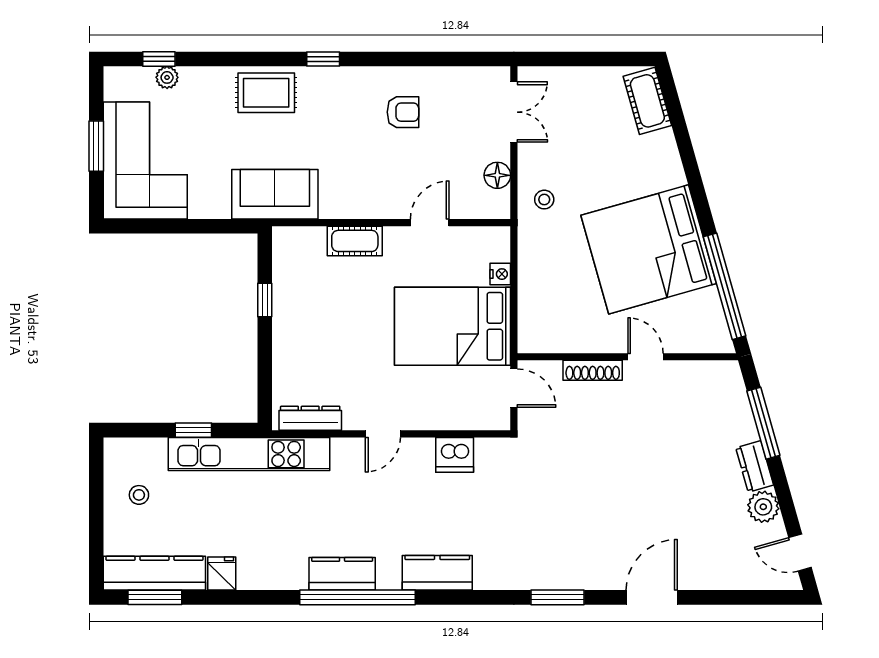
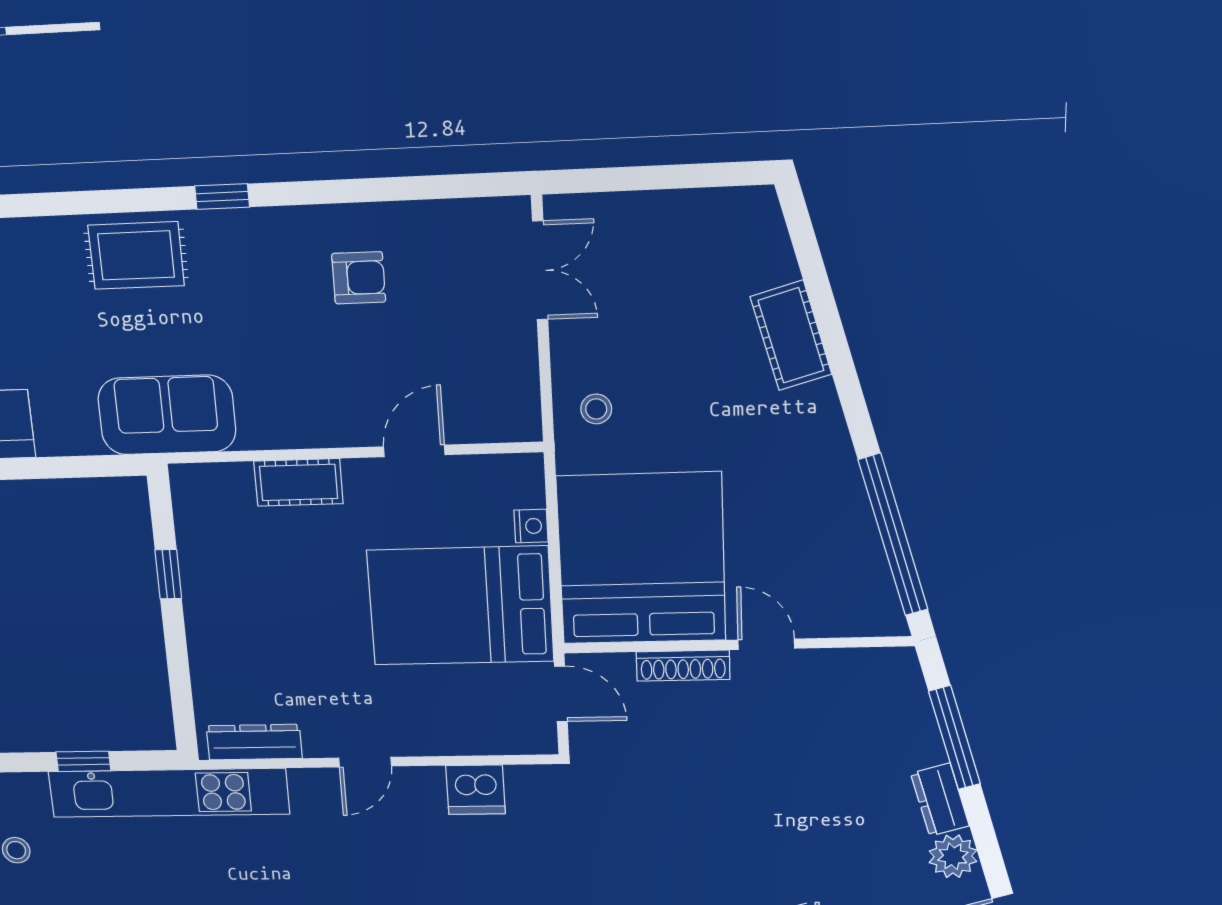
cot: (647, 101) -> (791, 335), moved
floor lamp: (497, 175) -> (518, 373), removed
bed: (649, 249) -> (641, 559), moved, turned 106

